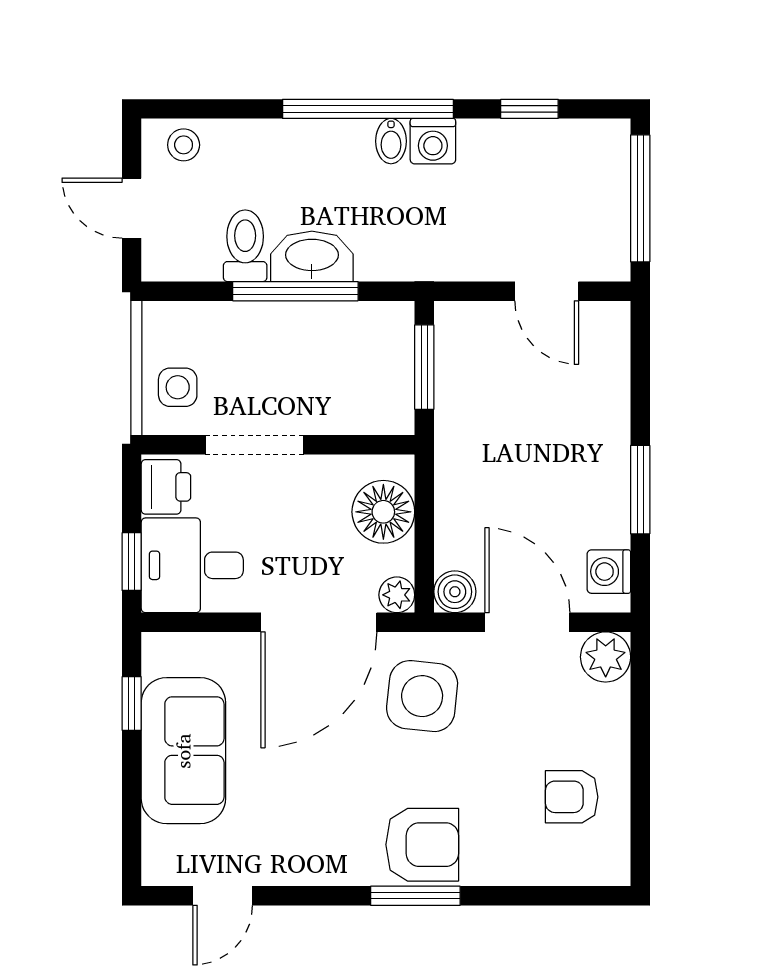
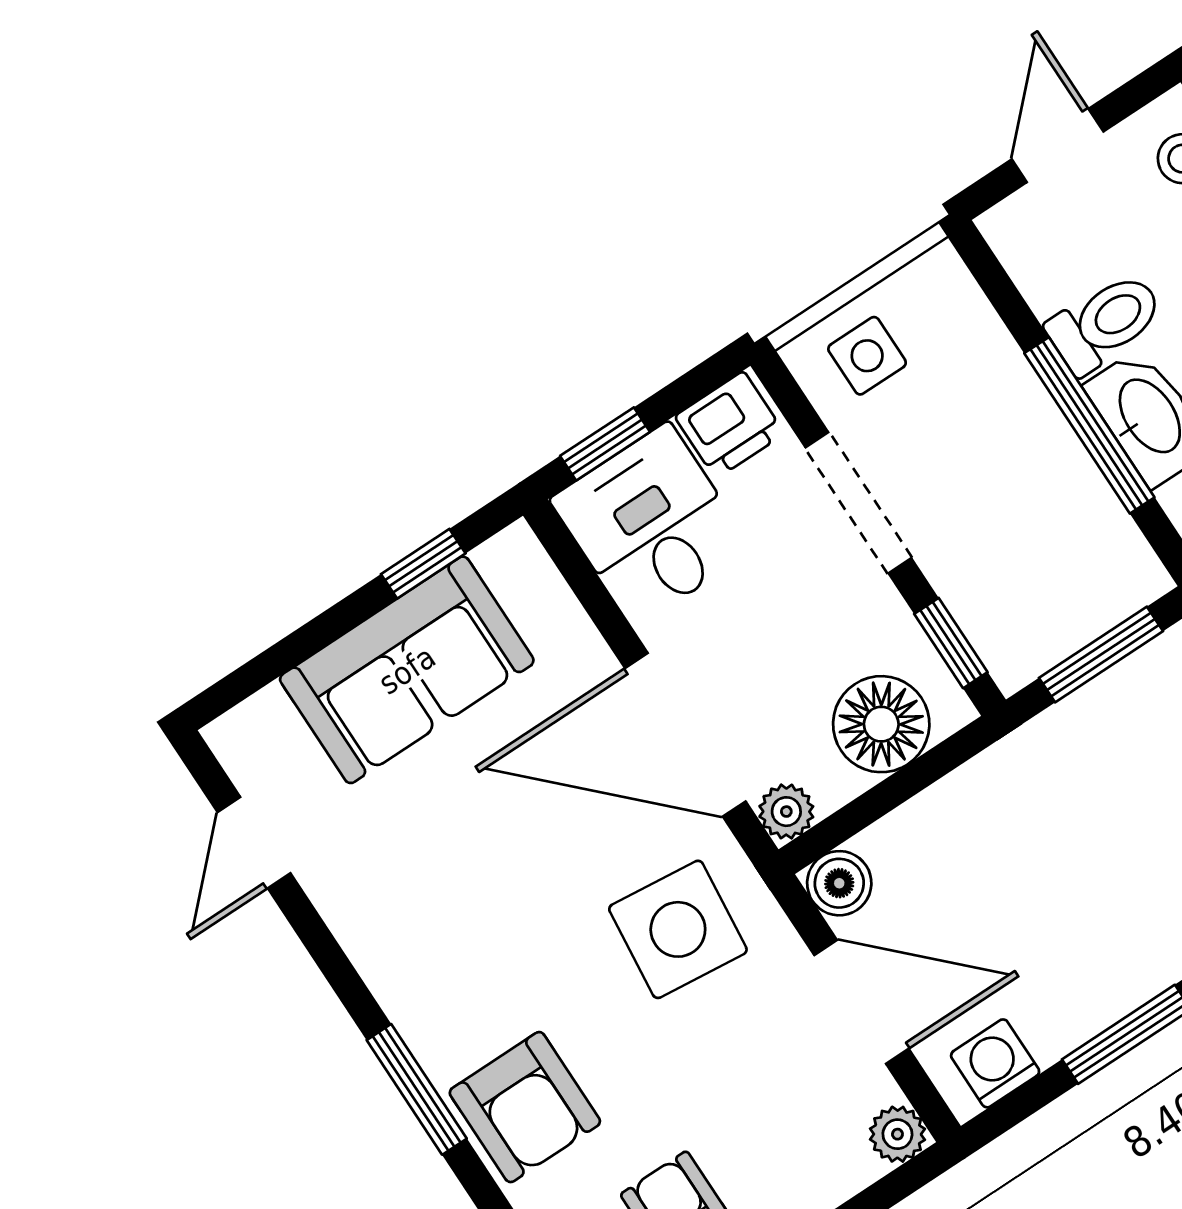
window: (364, 445) -> (951, 643), added
door: (527, 622) -> (861, 1002), hinge flipped
plant: (606, 657) -> (897, 1134), width x0.73, depth x0.73
armchair: (422, 845) -> (525, 1107), moved
door: (223, 896) -> (254, 843), hinge flipped

